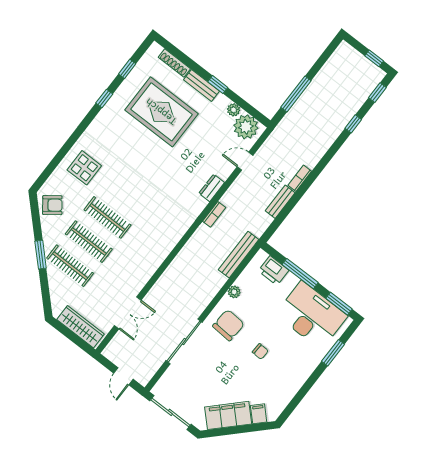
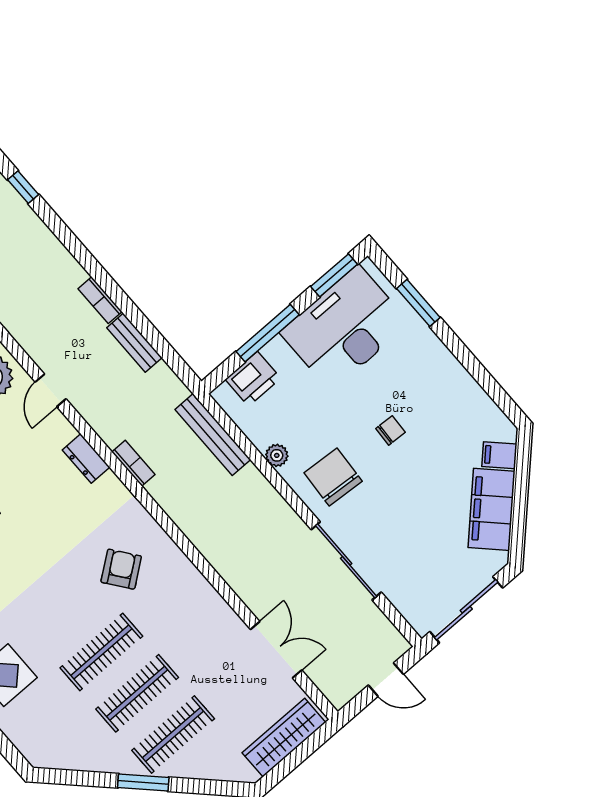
armchair: (52, 205) -> (121, 569), moved

